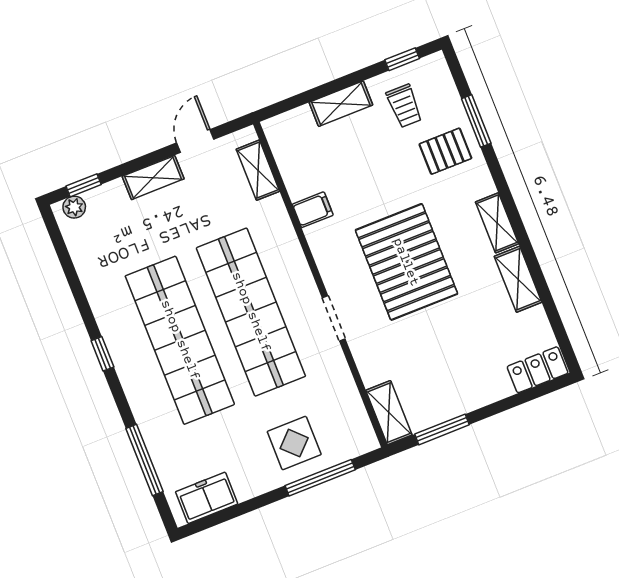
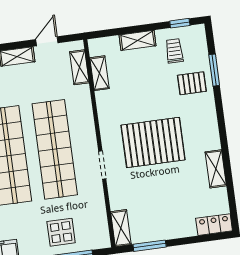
trolley: (404, 106) -> (174, 51), turned 180
filing cabinet: (313, 210) -> (106, 98), removed
shelving: (497, 223) -> (99, 73), moved
pallet: (406, 262) -> (153, 142), turned 90

